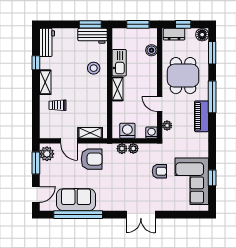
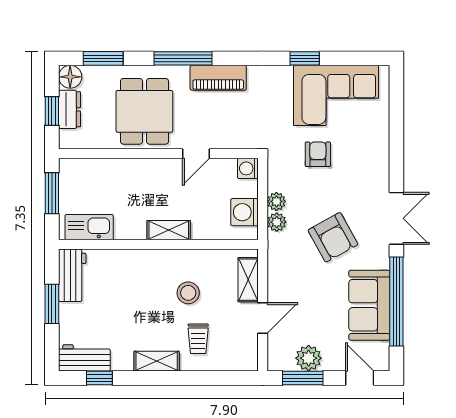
window: (90, 24) -> (52, 304), moved
dresser: (174, 34) -> (69, 109), moved
boiler: (152, 50) -> (98, 168), removed
window: (36, 63) -> (99, 378), moved
kitchen sink: (119, 63) -> (89, 227), moved
stool: (94, 68) -> (188, 293), moved
dining table: (183, 76) -> (144, 111), turned 90
plant: (167, 126) -> (235, 140), removed
plant: (47, 154) -> (309, 358), moved
armchair: (92, 159) -> (333, 237), moved, turned 151
window: (212, 178) -> (305, 58), moved
double door: (141, 215) -> (396, 218), moved

